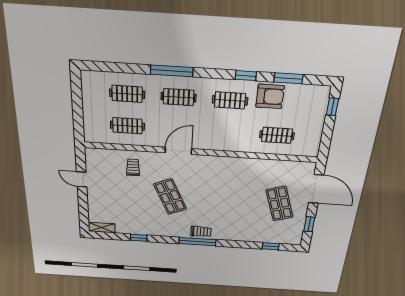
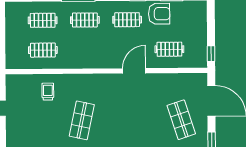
window: (332, 107) -> (211, 54), moved
door: (178, 151) -> (134, 71), moved
shop shelf: (170, 197) -> (82, 120), turned 36

